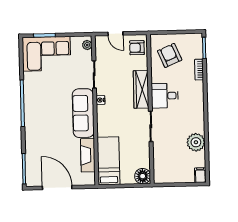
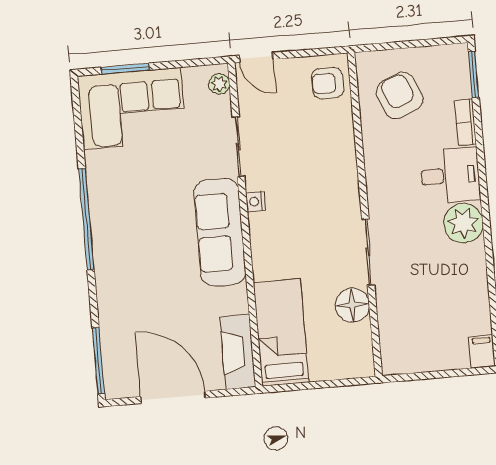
door: (115, 34) -> (256, 57), moved
wardrobe: (141, 89) -> (342, 173), removed
desk: (165, 96) -> (450, 175), moved, turned 180
plant: (196, 142) -> (463, 223), moved
fireplace: (88, 155) -> (238, 352), moved
floor lamp: (143, 176) -> (352, 305), moved

